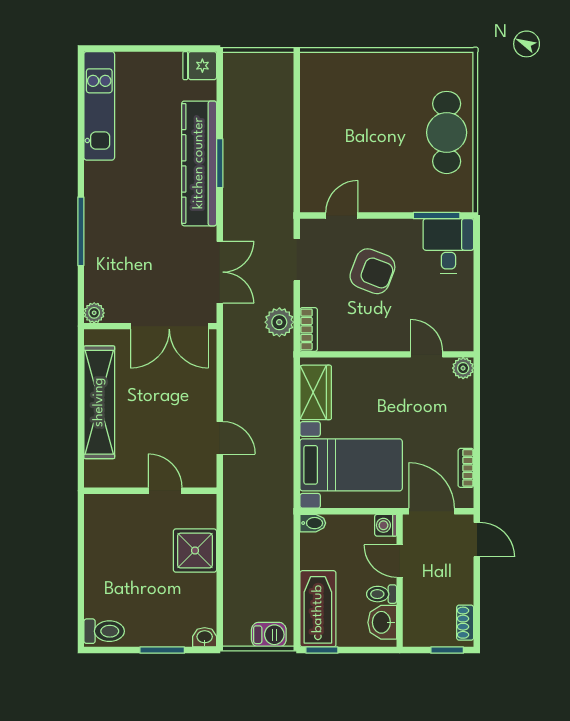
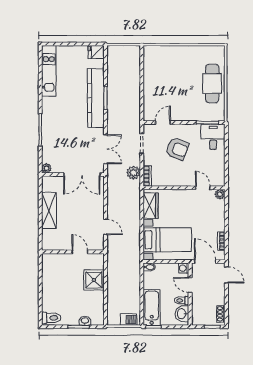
shelving: (99, 402) -> (49, 210), width x0.68
washbasin: (205, 637) -> (85, 321), moved

